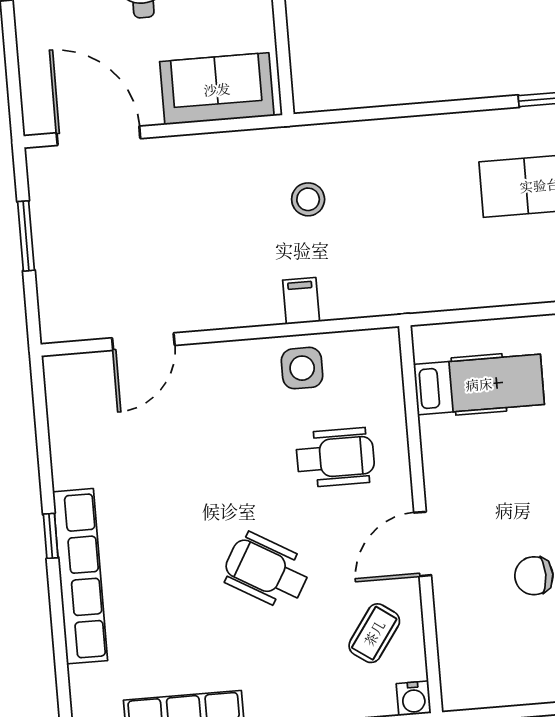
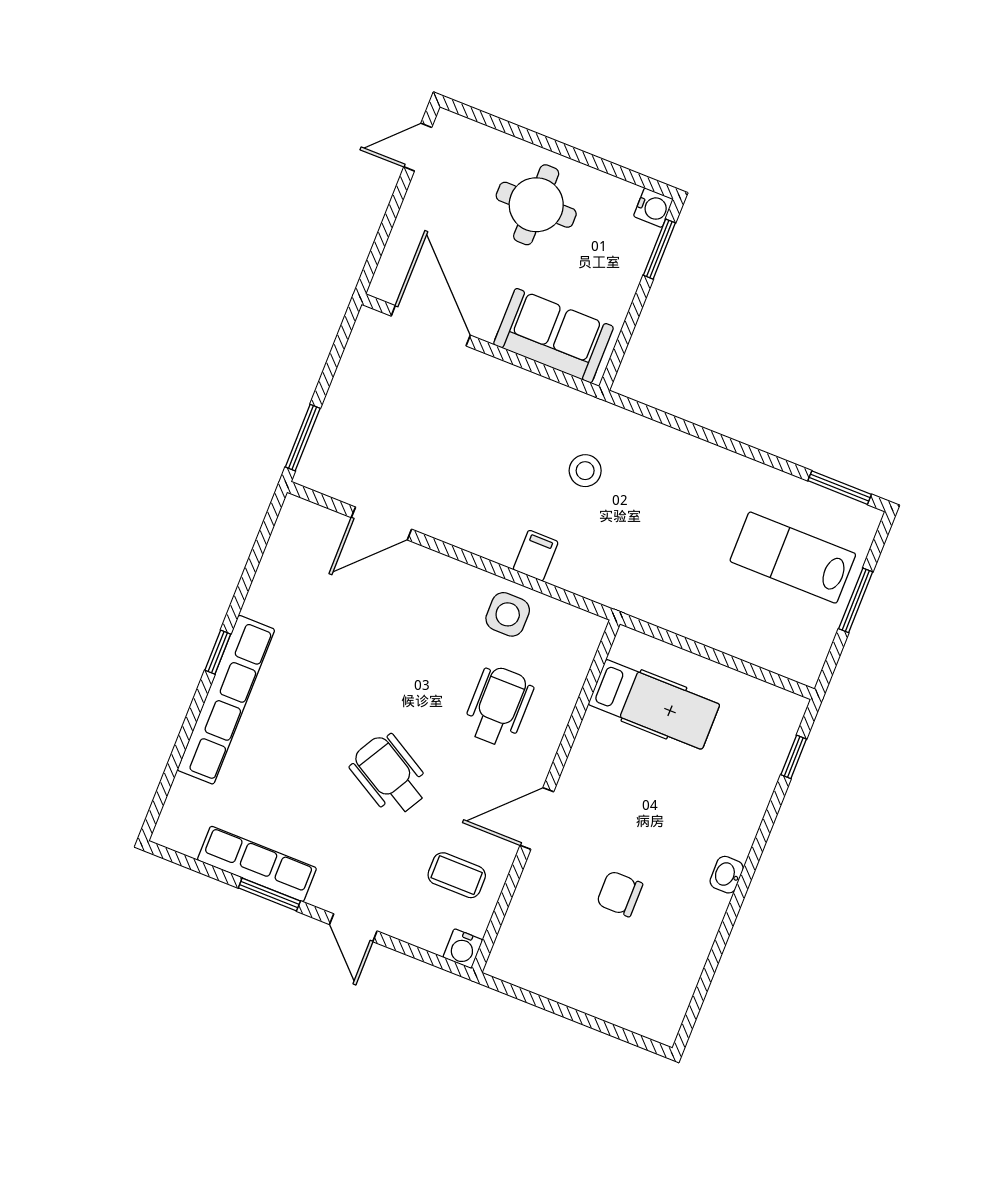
window: (26, 236) -> (303, 438), moved
wheelchair: (335, 457) -> (498, 706), turned -90
coffee table: (374, 633) -> (457, 875), turned 55

